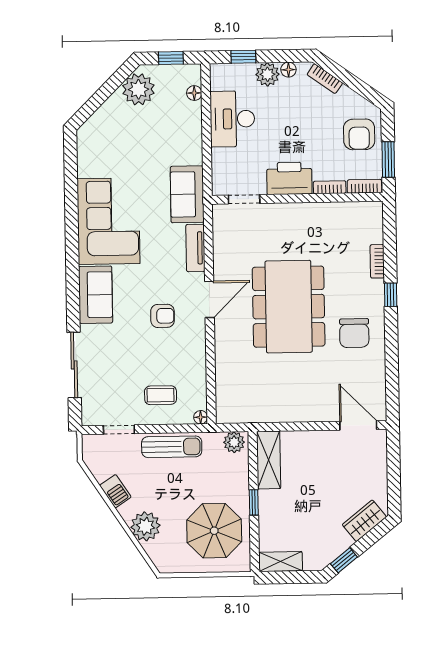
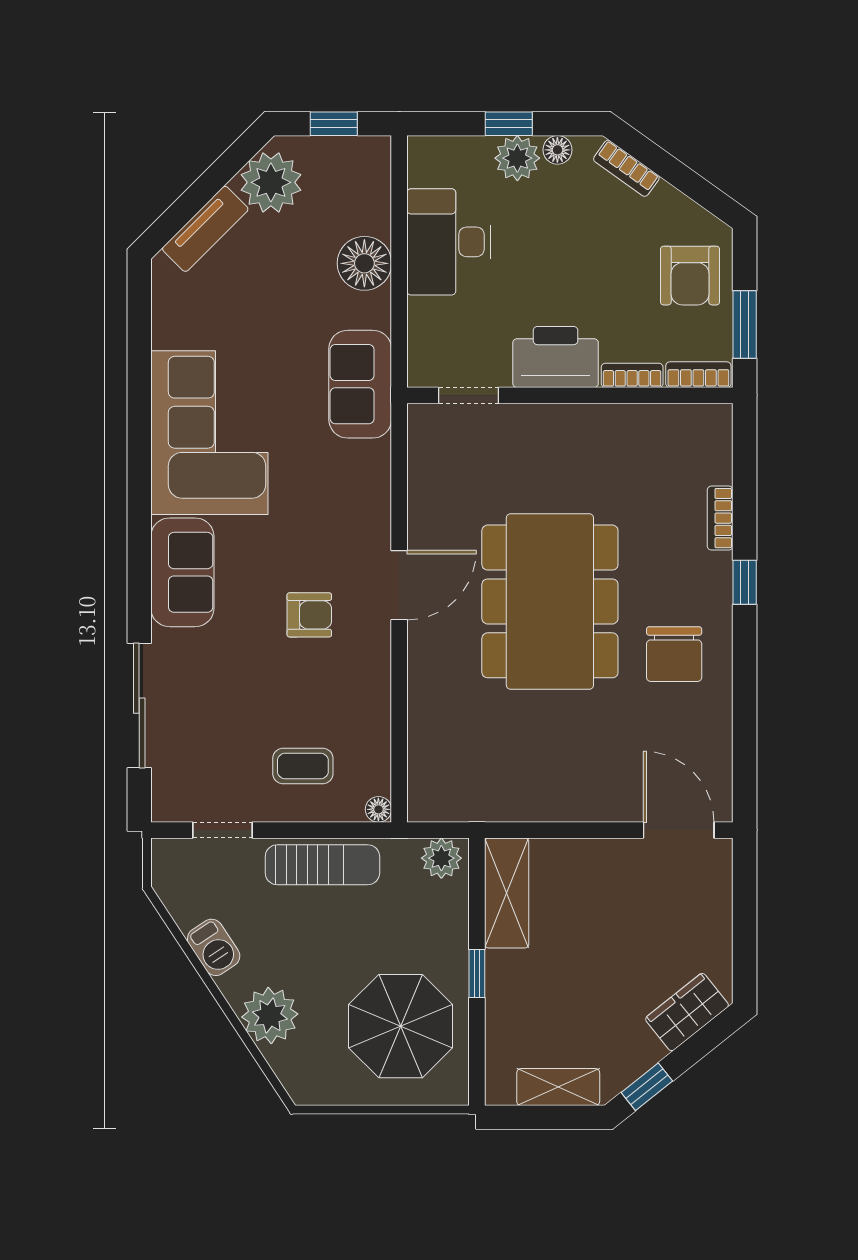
window: (243, 57) -> (509, 124), moved
floor lamp: (194, 93) -> (364, 263), moved, width x1.89, depth x1.89
tv unit: (195, 248) -> (205, 229), moved, turned -135
shelving: (280, 562) -> (558, 1087), moved

